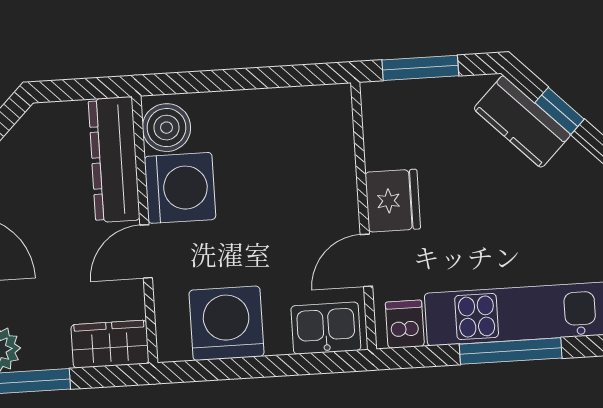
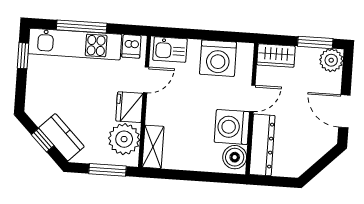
shelving: (334, 127) -> (153, 147), added
plant: (395, 135) -> (124, 139), added

